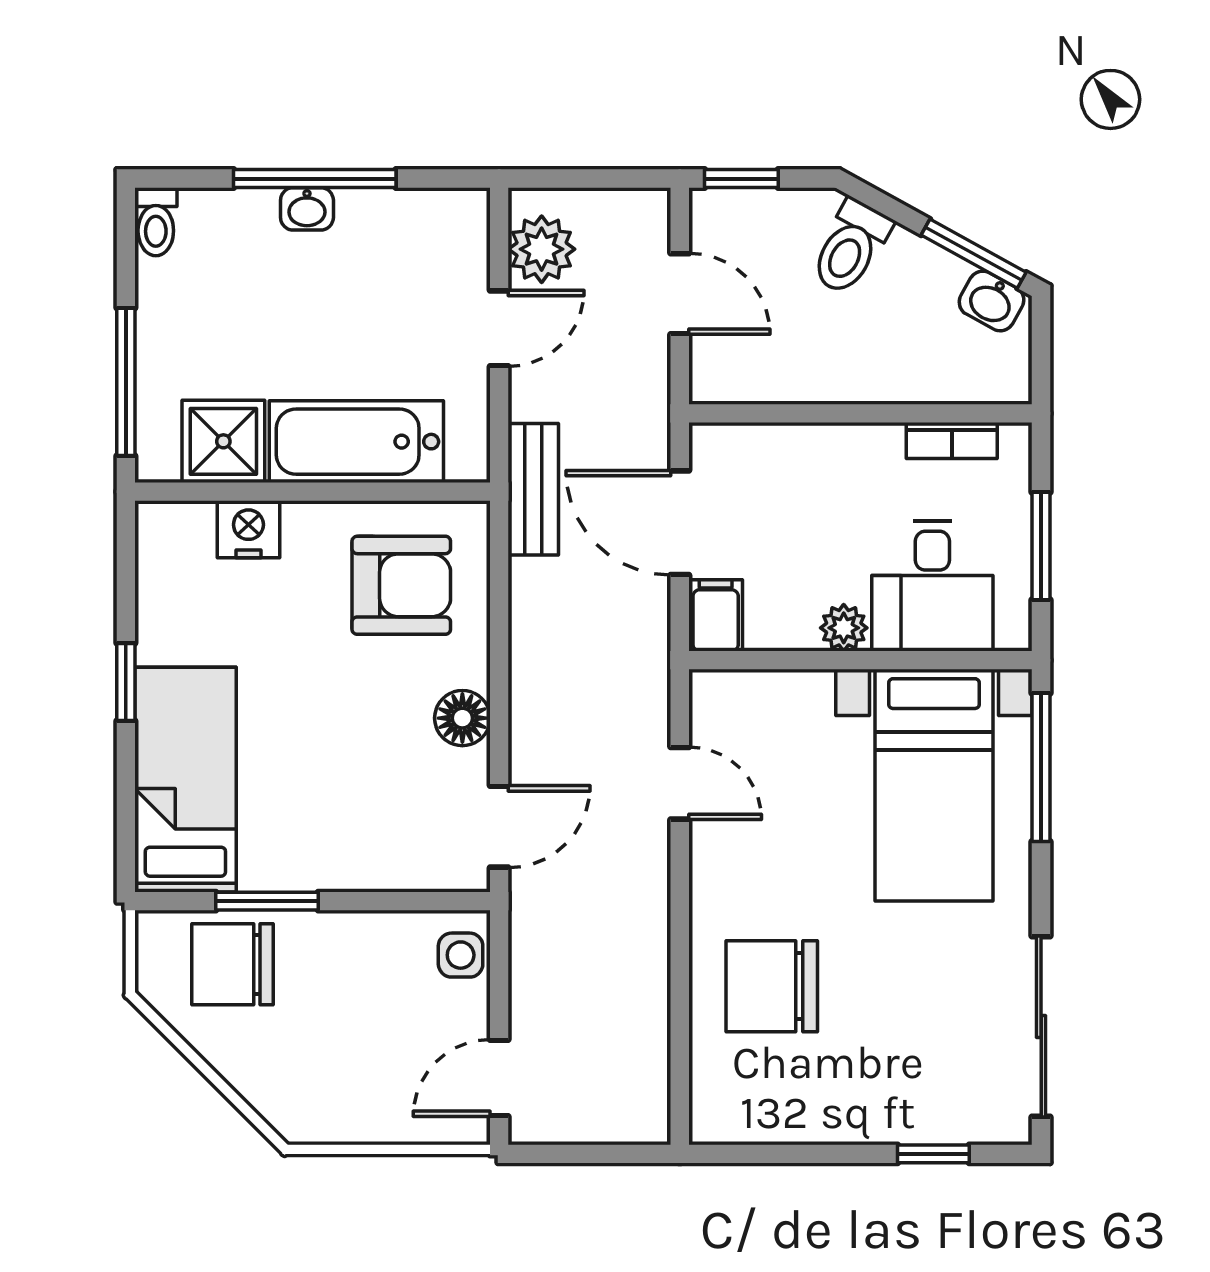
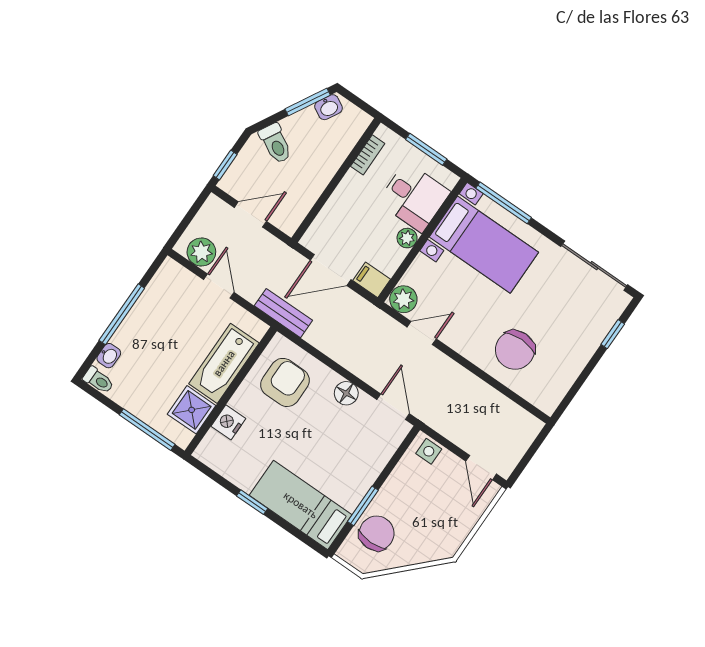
washbasin: (307, 209) -> (109, 356), moved
plant: (721, 703) -> (403, 299), added
chair: (232, 964) -> (377, 533), turned 180

